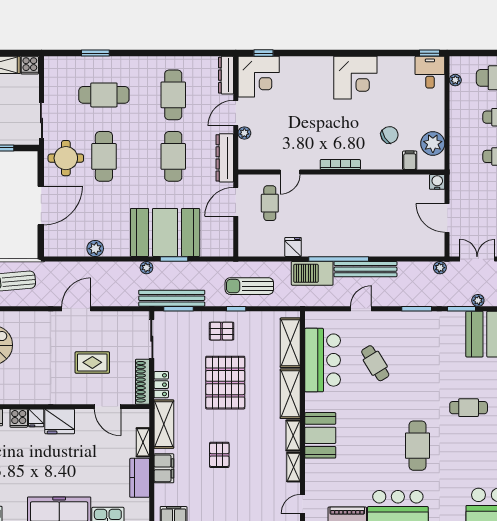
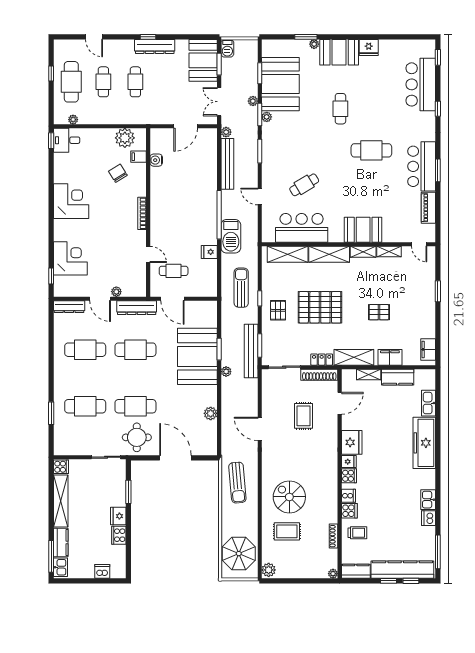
corner desk: (259, 77) -> (70, 258), moved
cafe table: (104, 95) -> (85, 406), turned 90
water cooler: (437, 182) -> (156, 160), moved
bench: (366, 269) -> (227, 164), moved
sun lounger: (249, 286) -> (241, 288), turned 180
plant: (458, 317) -> (267, 117), added

